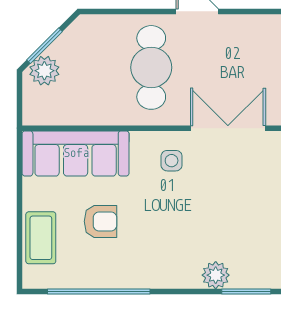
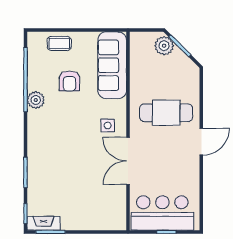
double door: (228, 128) -> (128, 161), swing flipped
coffee table: (41, 238) -> (59, 43), width x0.73, depth x0.77
plant: (216, 275) -> (36, 100), moved

